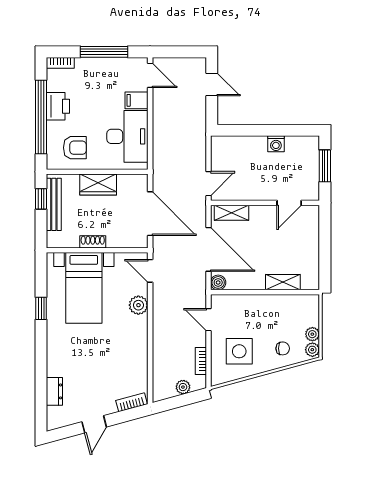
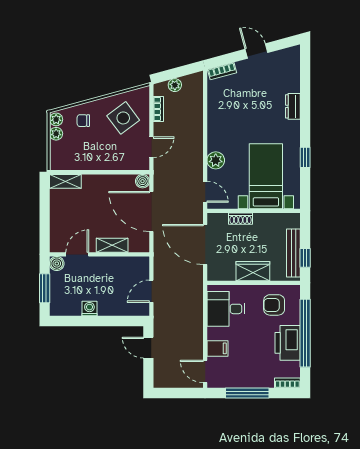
door: (212, 84) -> (148, 348), moved
printer: (58, 106) -> (288, 343), width x1.37, depth x1.19
desk: (127, 136) -> (226, 309), width x0.73
door: (208, 184) -> (151, 291), moved
boiler: (312, 193) -> (57, 264), added
shelving: (231, 213) -> (112, 245), moved
shoe rack: (93, 242) -> (241, 219), moved
shelving: (283, 282) -> (65, 181), moved
door: (208, 320) -> (151, 147), hinge flipped
side table: (239, 351) -> (123, 118), turned -37
dresser: (54, 391) -> (293, 106), moved
door: (94, 424) -> (256, 51), hinge flipped

